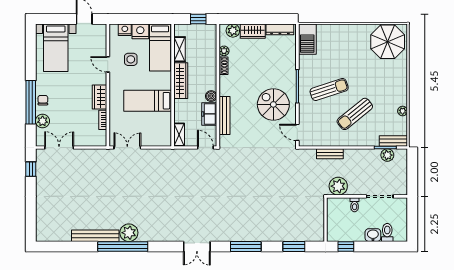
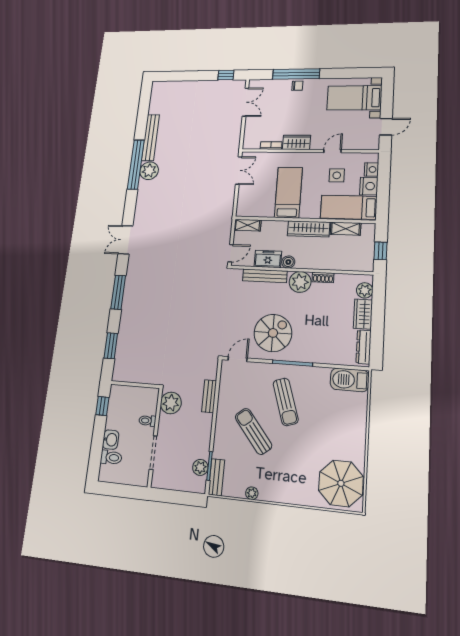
plant: (224, 51) -> (300, 282), moved, width x1.87, depth x1.87
plant: (43, 121) -> (275, 86), removed

